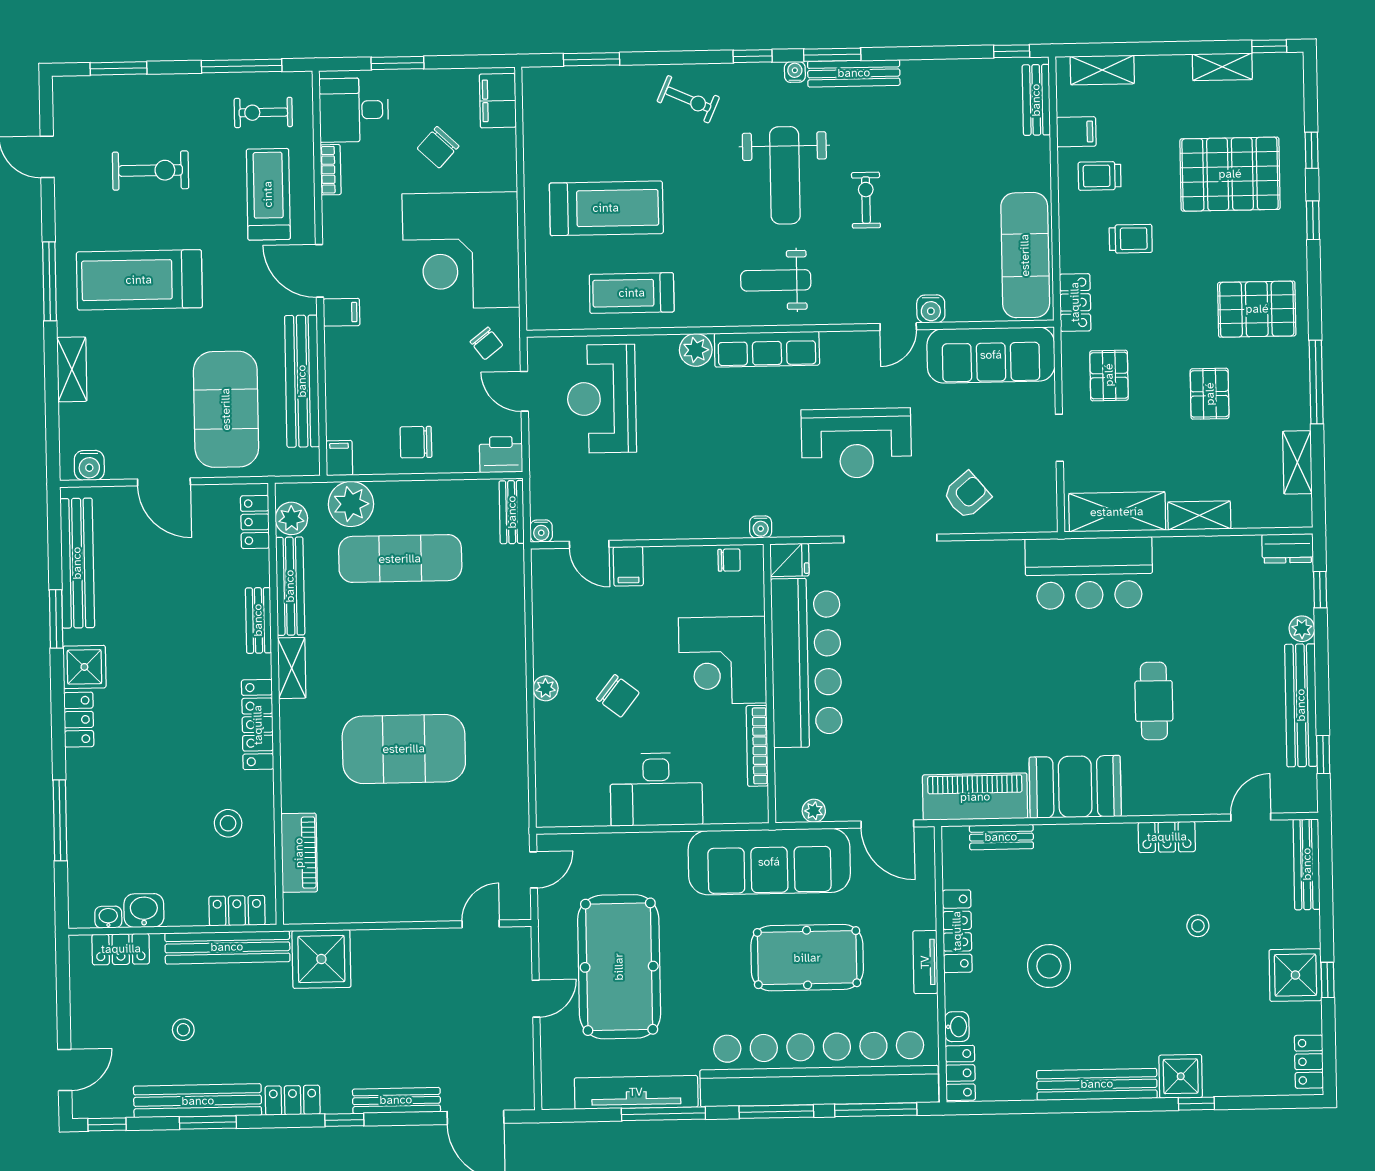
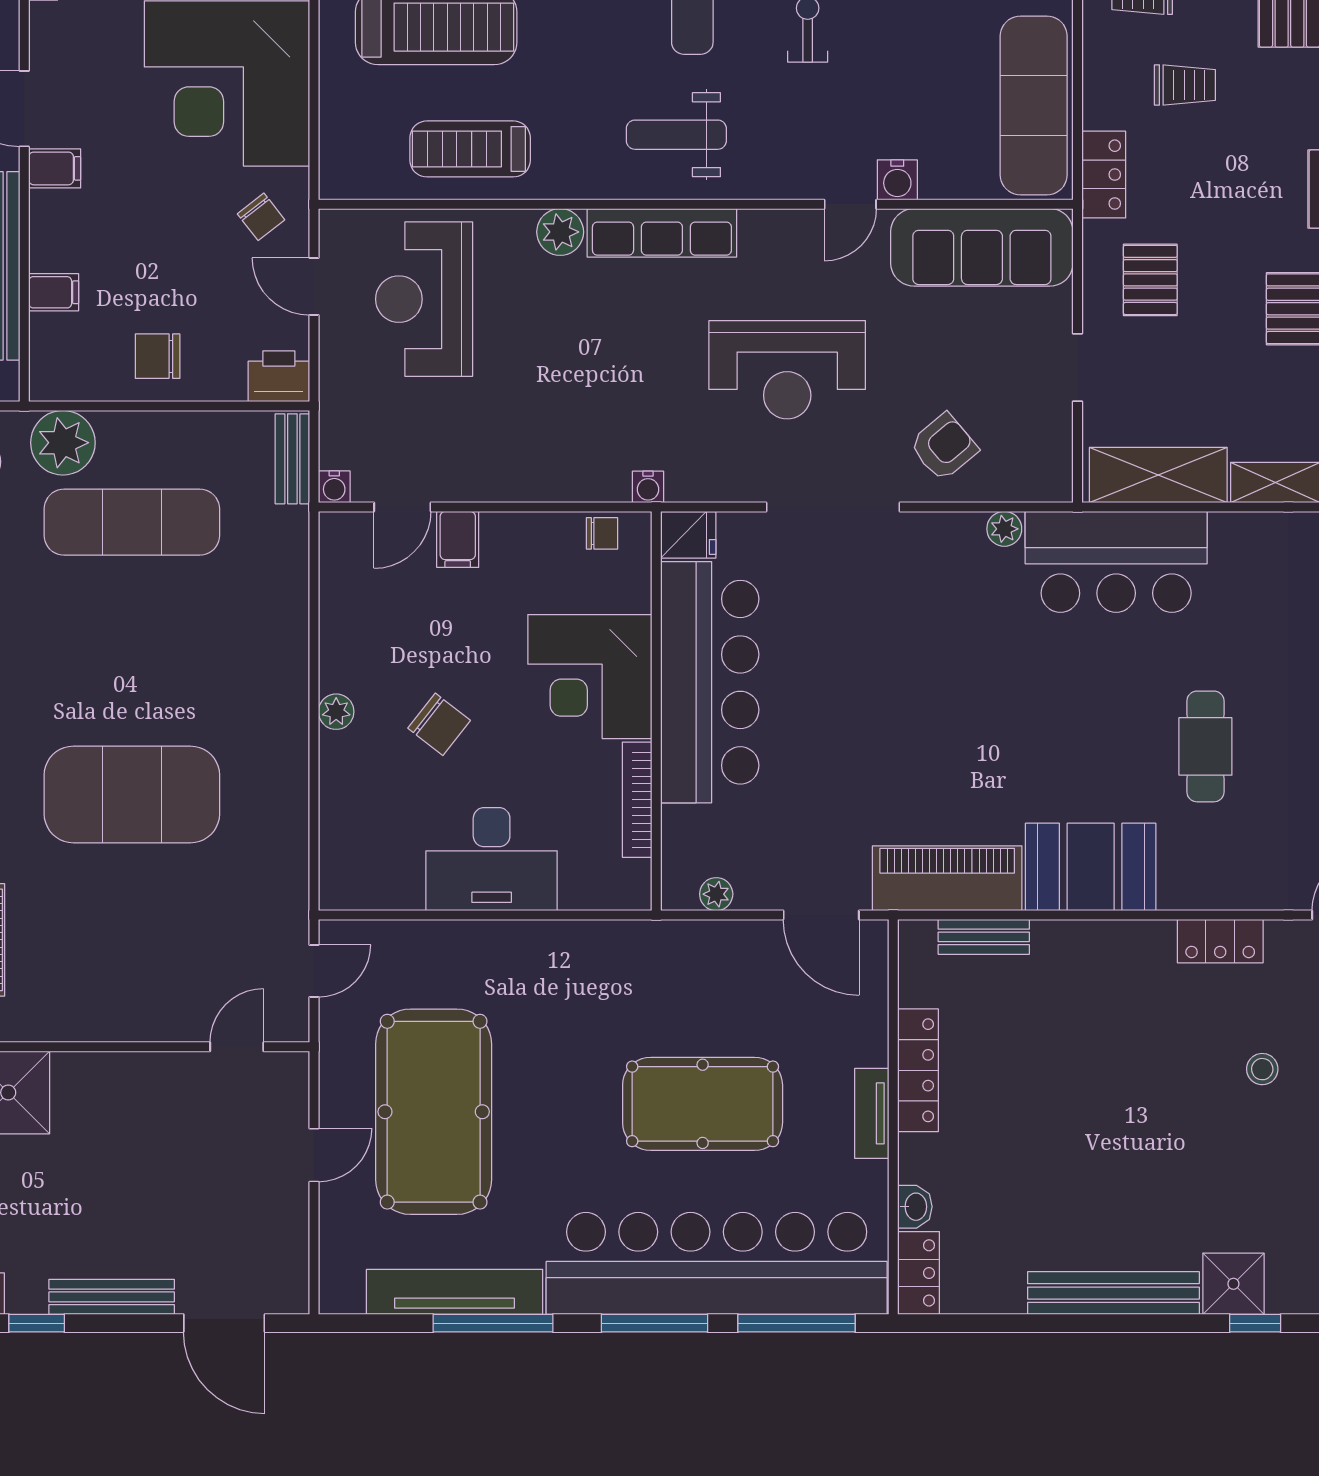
filing cabinet: (339, 458) -> (54, 292), moved, turned 90
door: (589, 544) -> (402, 507), hinge flipped
plant: (1010, 552) -> (1004, 529), added
sofa: (769, 862) -> (651, 965), removed
stool: (1049, 966) -> (1048, 1122), removed

